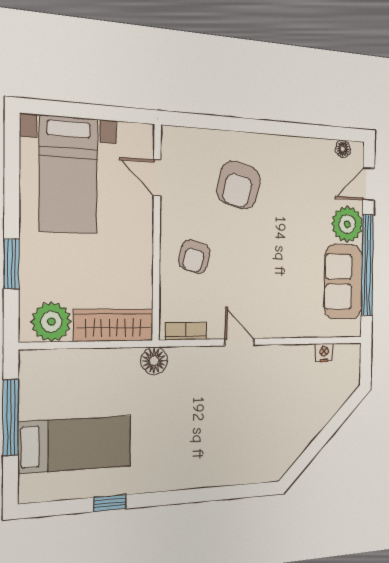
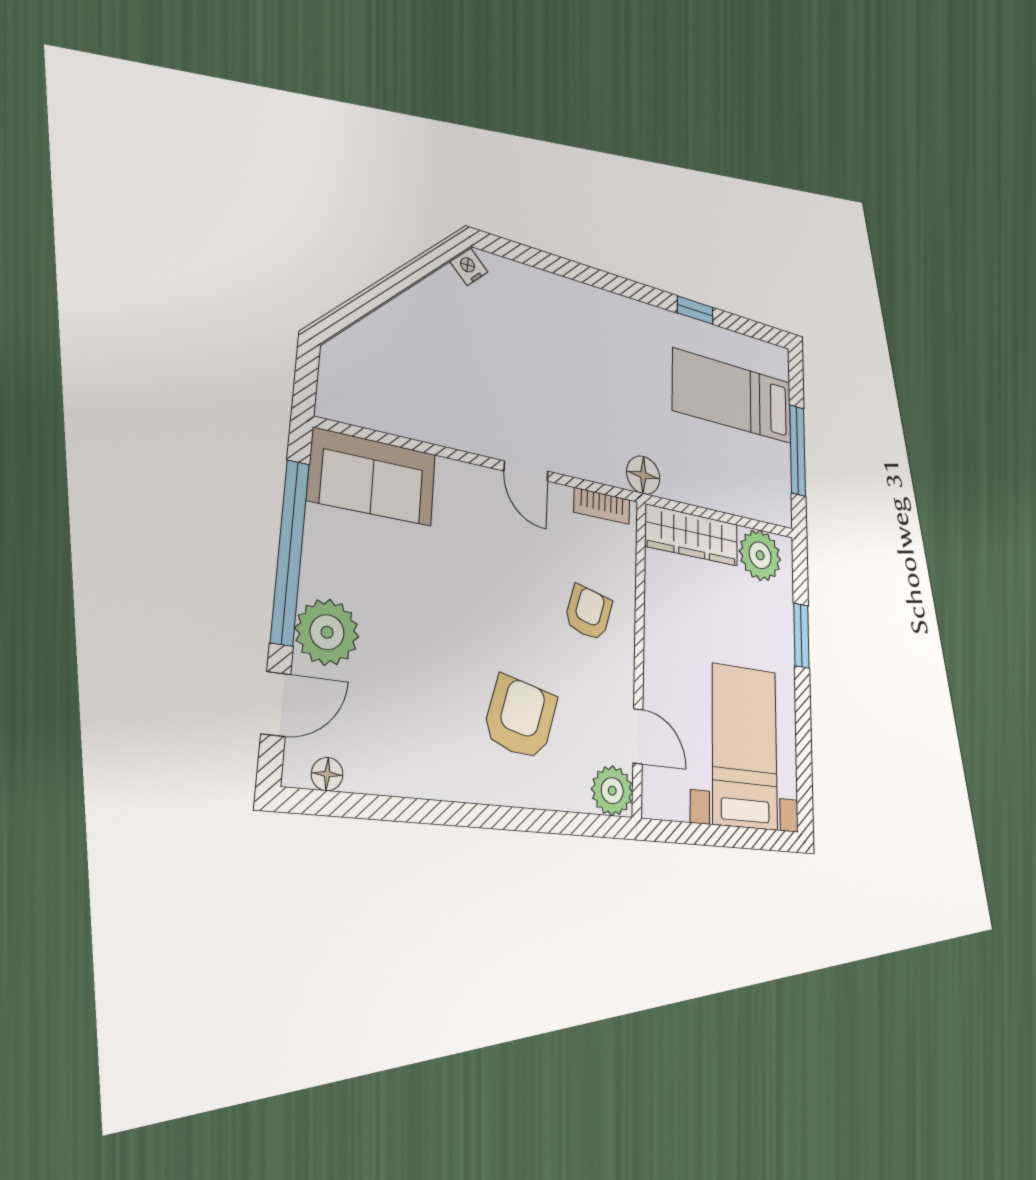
plant: (176, 142) -> (612, 791), added
sofa: (343, 282) -> (373, 477), moved, turned 90
nightstand: (324, 353) -> (469, 267), moved, turned 135

